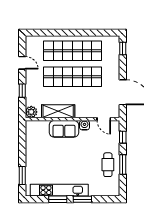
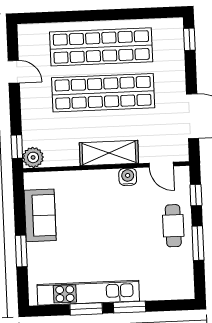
window: (22, 91) -> (17, 147), moved
shelving: (58, 111) -> (109, 153), moved
sofa: (64, 129) -> (40, 215), moved, turned -90
cafe table: (108, 165) -> (173, 226), moved
window: (22, 175) -> (21, 251), moved

